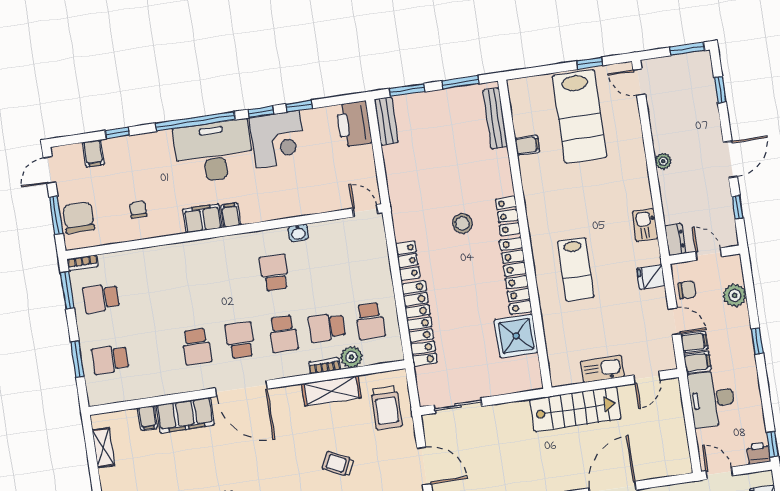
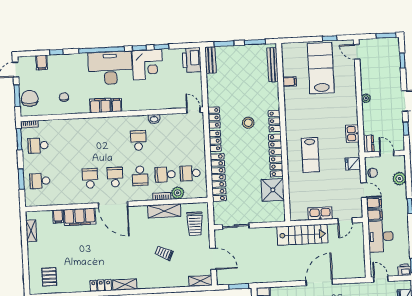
lab bench: (580, 116) -> (321, 68), turned 180
locker: (402, 220) -> (214, 118), added
school desk: (370, 321) -> (190, 173), turned 90
school desk: (197, 347) -> (90, 178), turned 180

